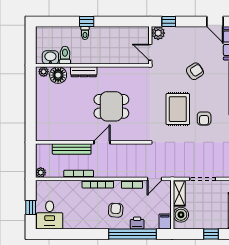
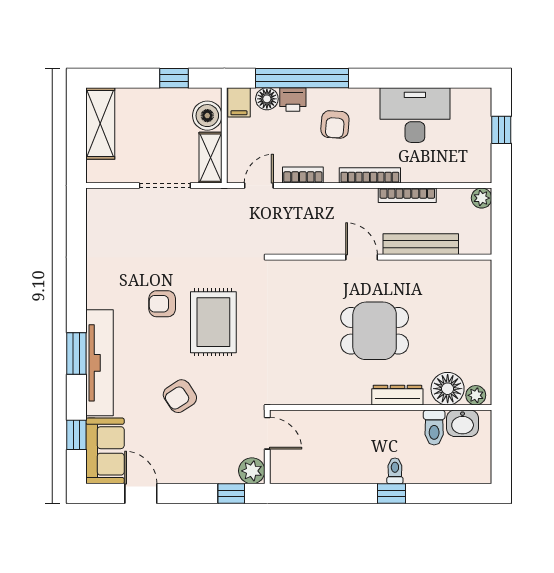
dining table: (111, 106) -> (375, 331), moved
armchair: (204, 118) -> (162, 304), turned -90
door: (102, 142) -> (362, 257), swing flipped
desk: (50, 215) -> (415, 115), moved, width x1.37
floor lamp: (150, 223) -> (267, 99), added
window: (211, 234) -> (174, 78), moved

